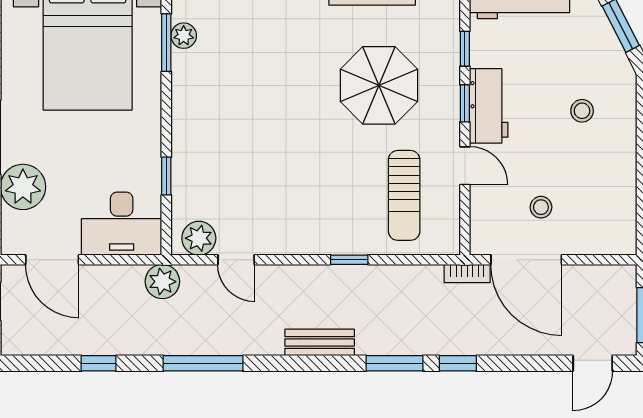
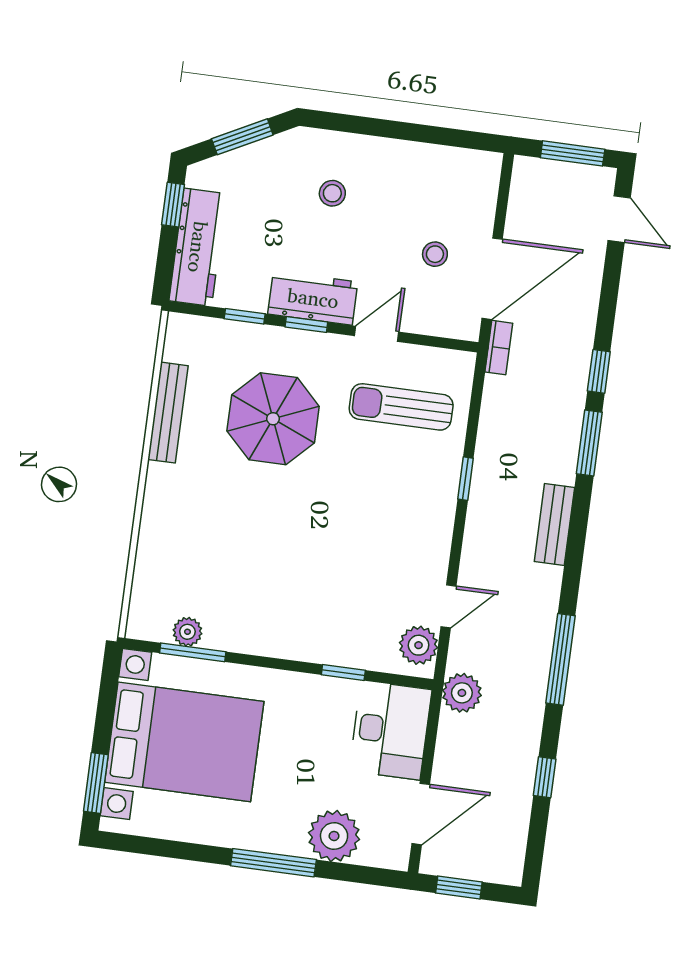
sun lounger: (404, 195) -> (401, 407), turned 180

